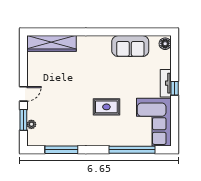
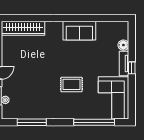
floor lamp: (165, 44) -> (123, 45), moved
sofa: (130, 46) -> (79, 31), moved

